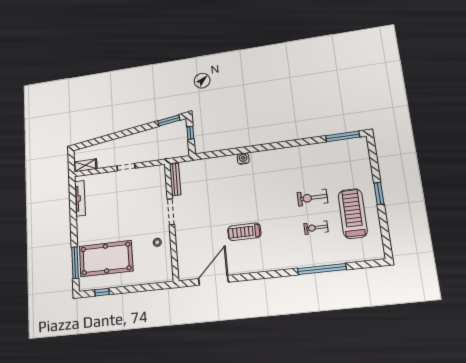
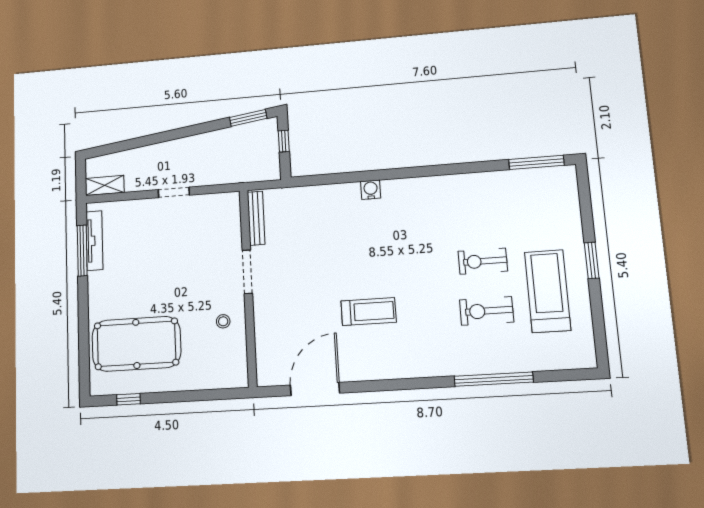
exercise bike: (316, 228) -> (487, 311), width x1.38, depth x1.39
treadmill: (244, 232) -> (369, 312), turned 180
window: (75, 263) -> (82, 250), moved

